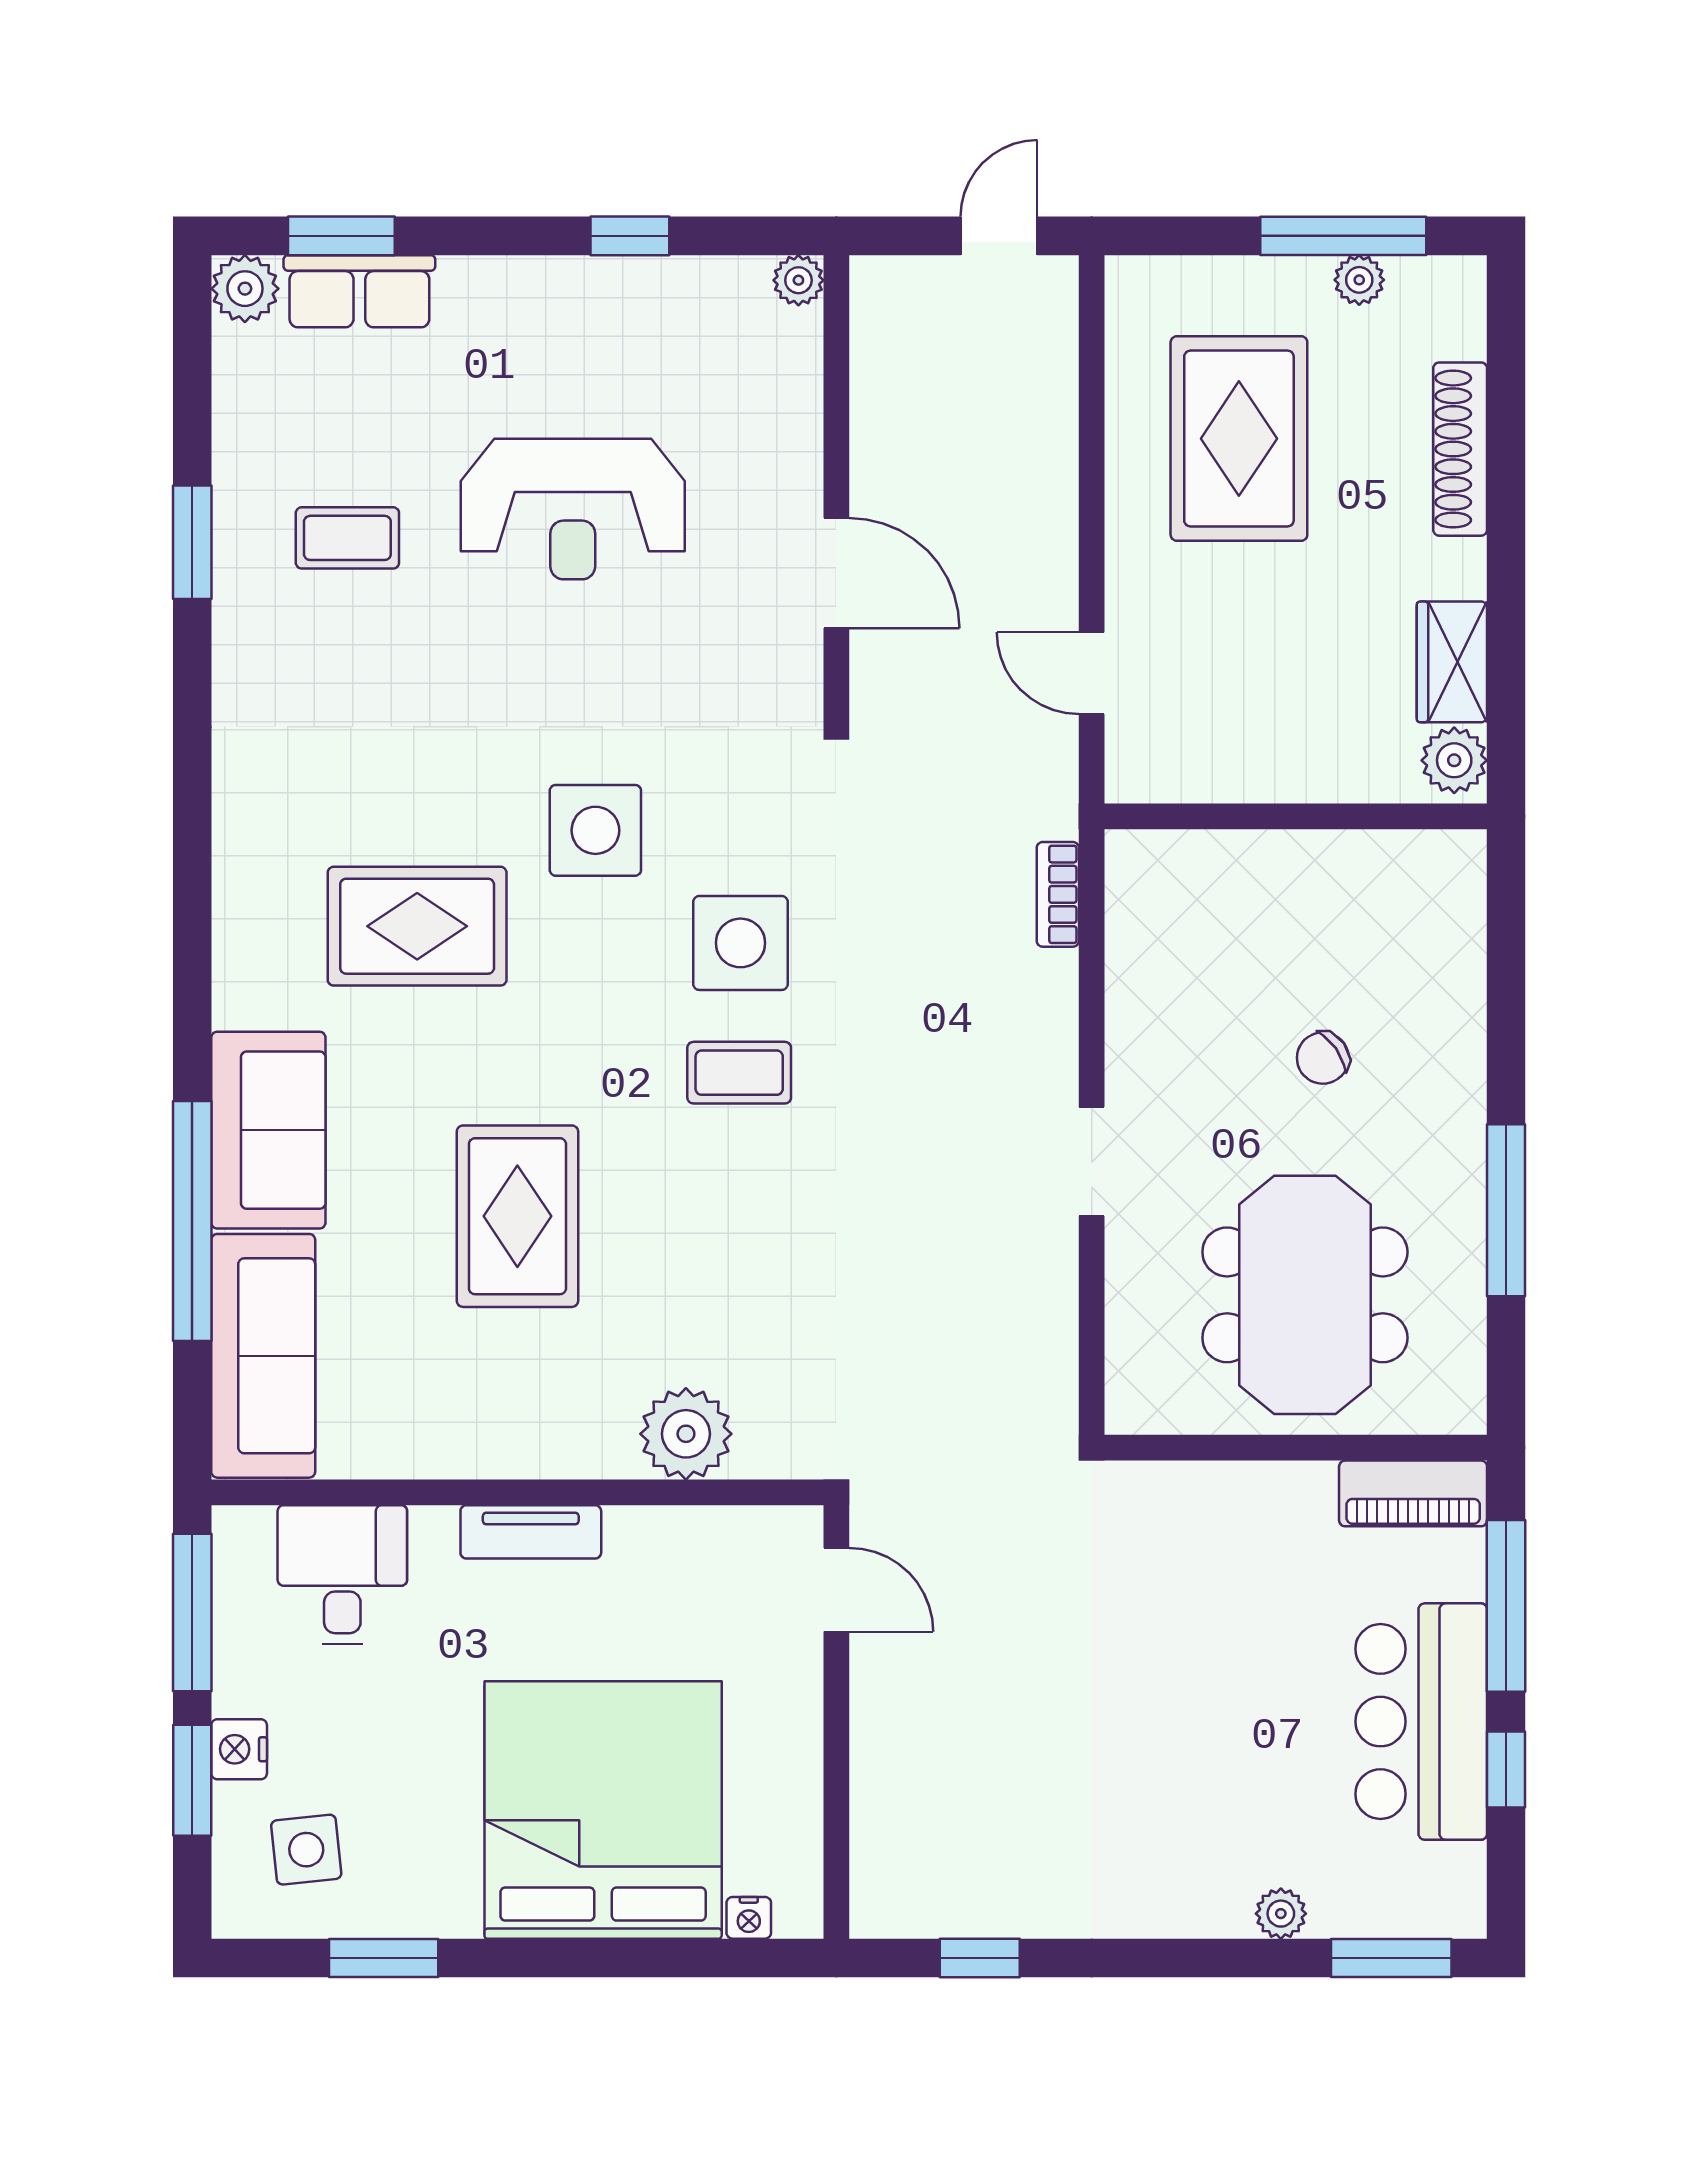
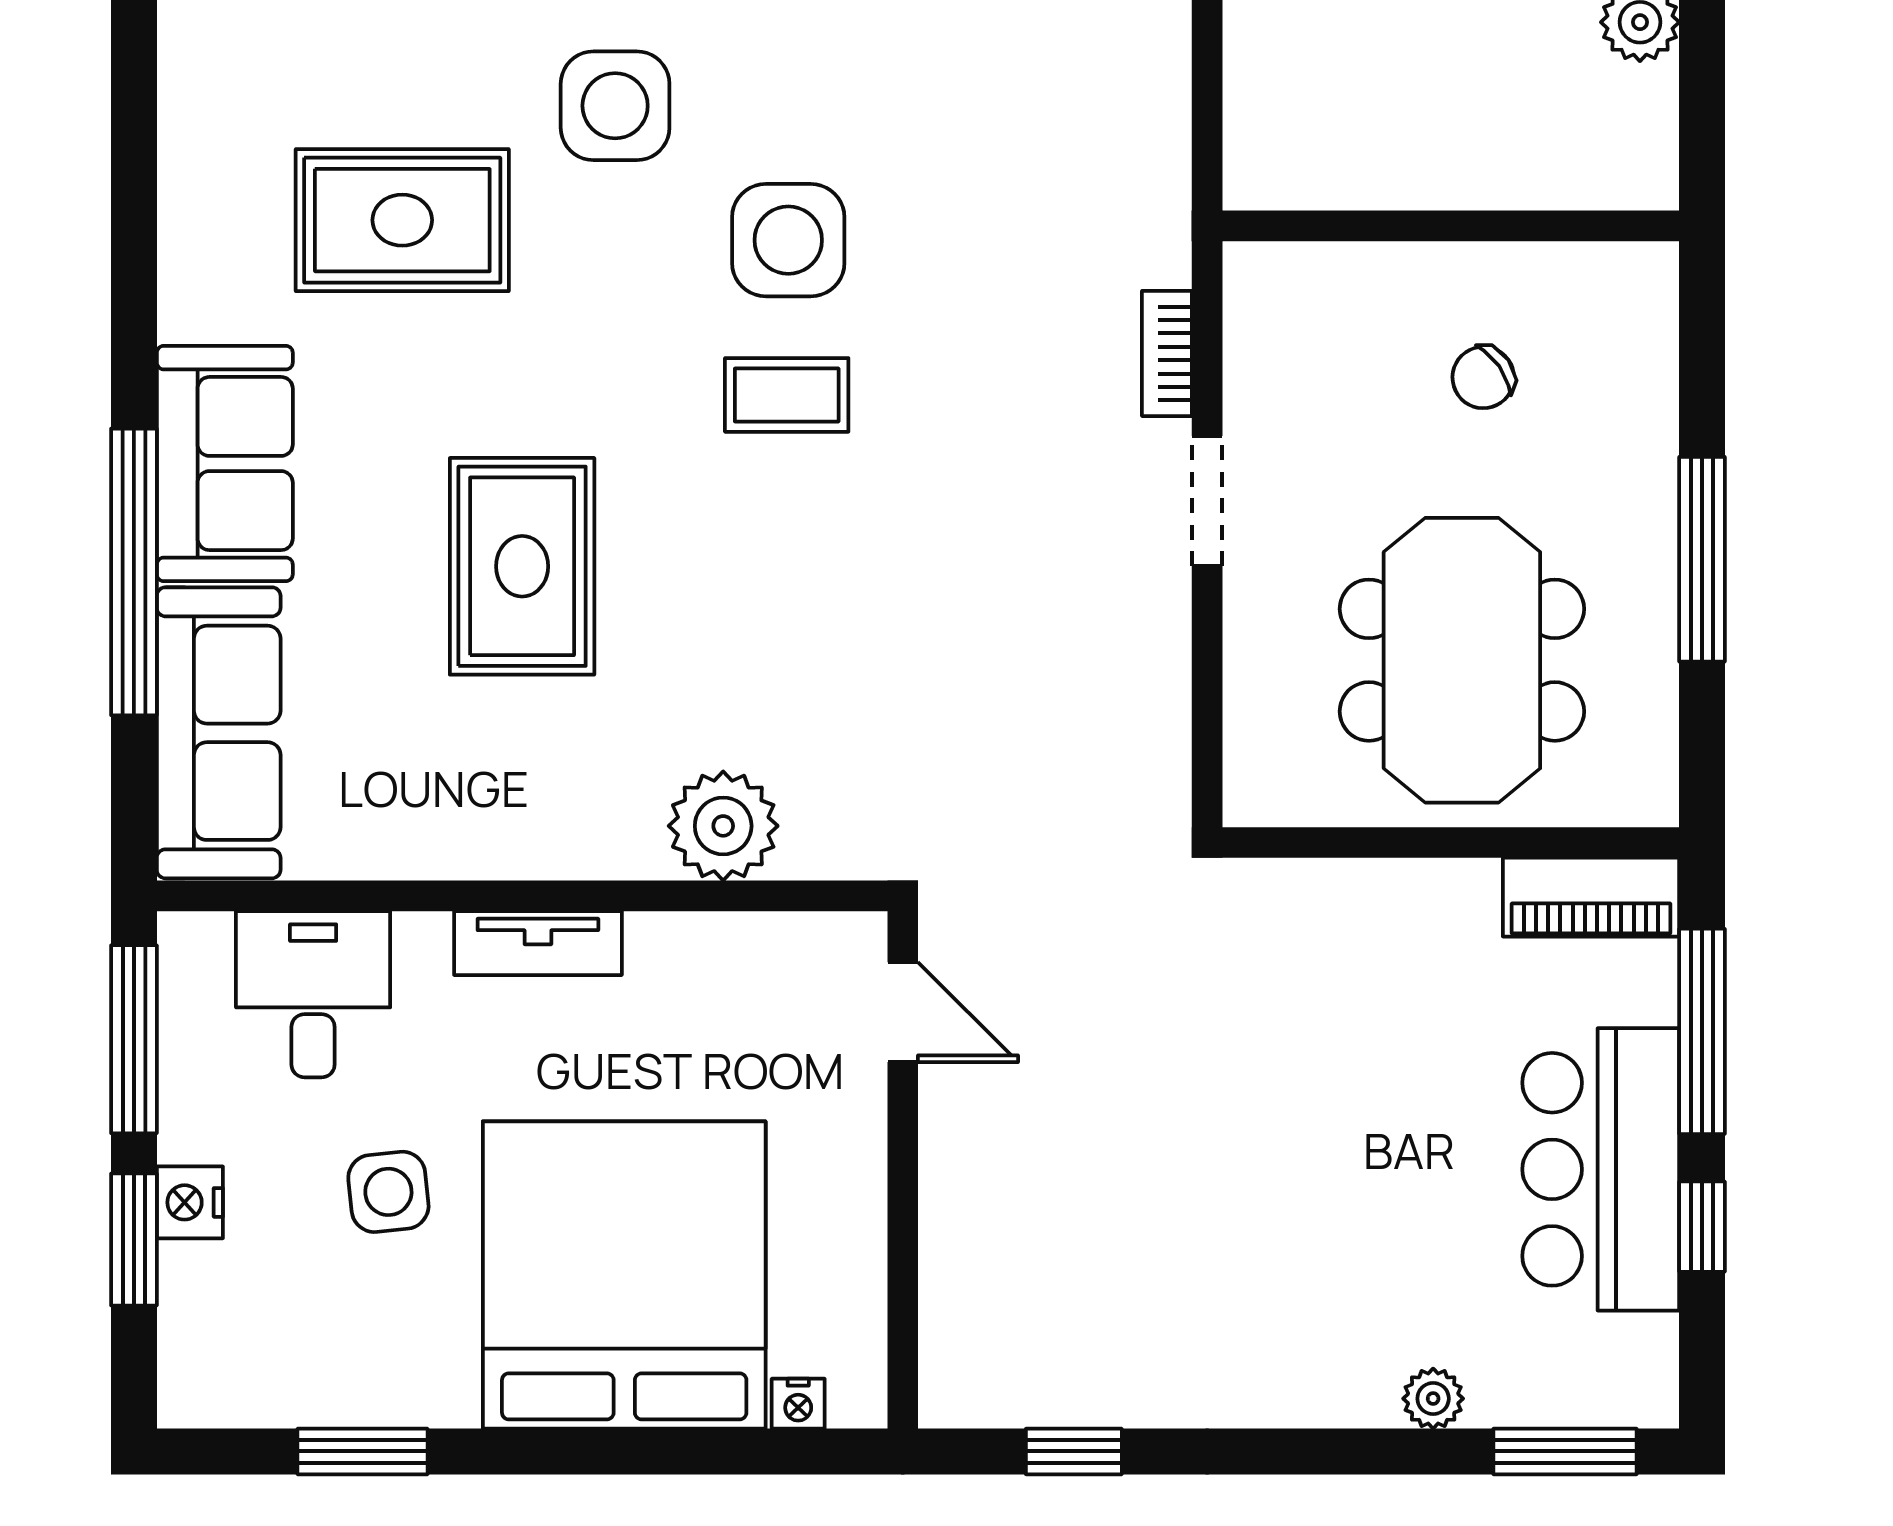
wall: (1296, 816) -> (1451, 226), moved
bookcase: (1058, 894) -> (1167, 353), moved
side table: (306, 1850) -> (388, 1192), moved

